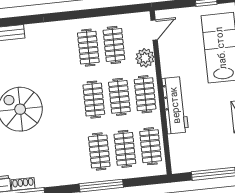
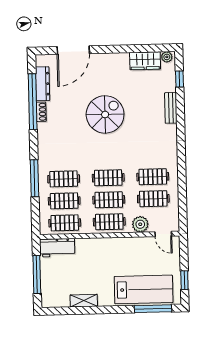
workbench: (175, 105) -> (57, 248), moved, width x0.73

